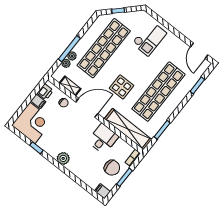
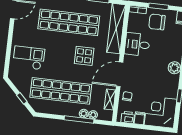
door: (87, 108) -> (120, 74), hinge flipped
chair: (112, 168) -> (157, 22), turned -90

